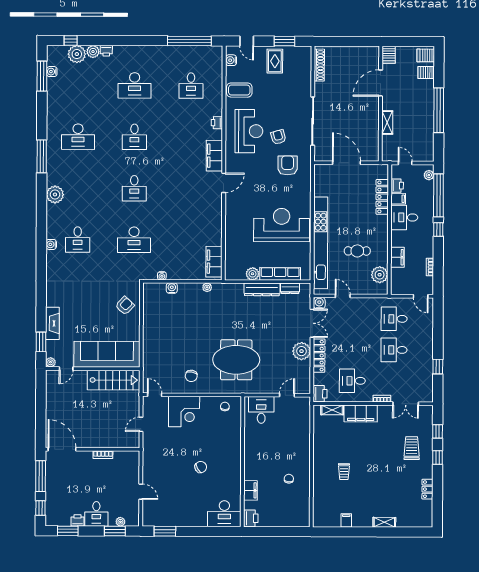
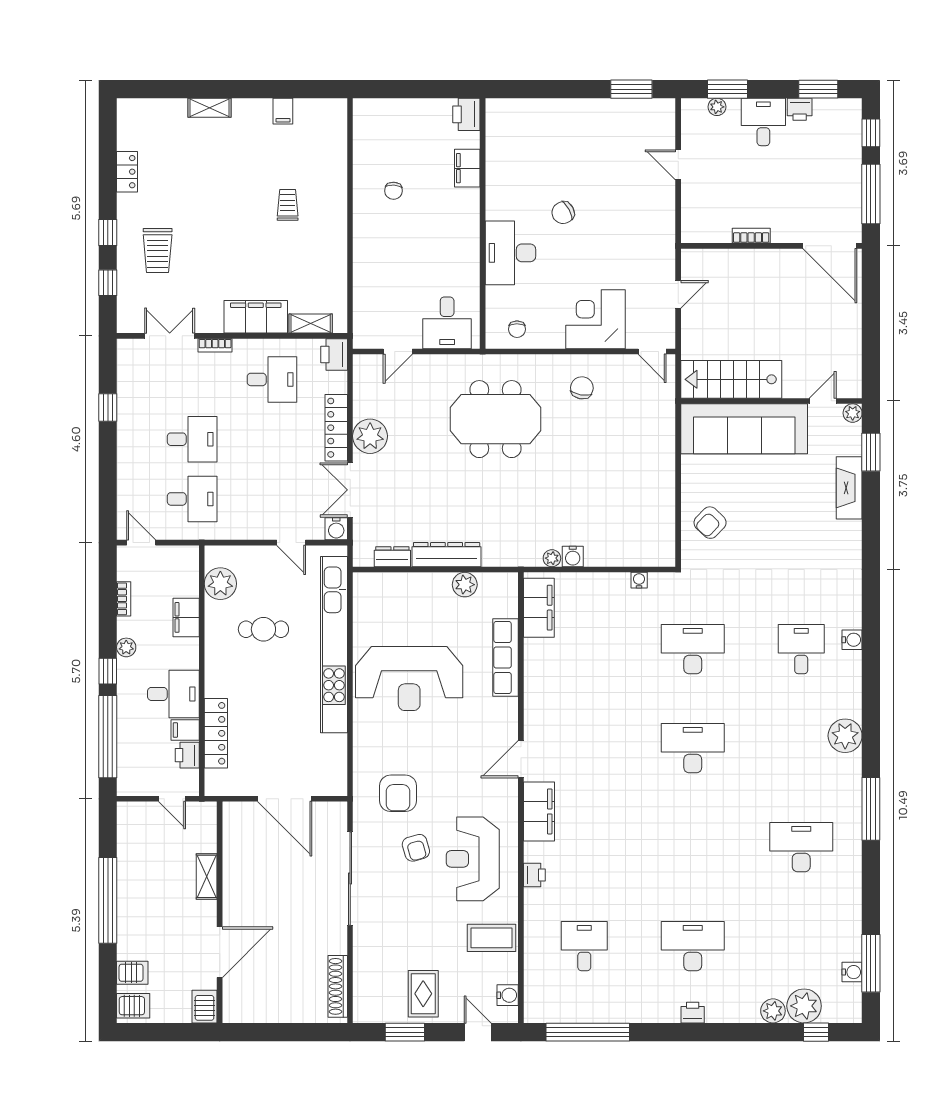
printer: (106, 51) -> (693, 1013), moved
desk: (134, 137) -> (693, 847), removed
plant: (429, 175) -> (126, 647), moved
desk: (134, 188) -> (693, 748), width x1.37
row of seats: (280, 274) -> (506, 657), moved, turned 90
water cooler: (172, 288) -> (573, 556), moved
desk: (224, 514) -> (510, 253), moved, turned -90

